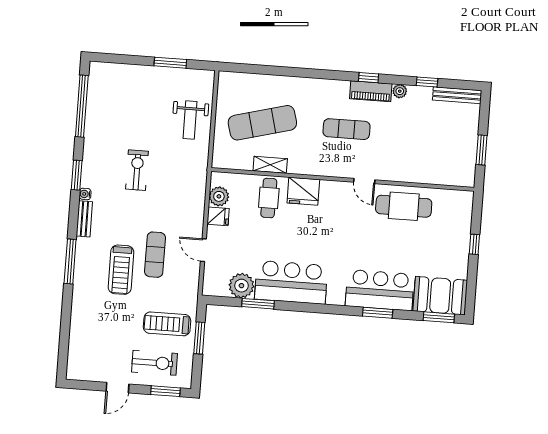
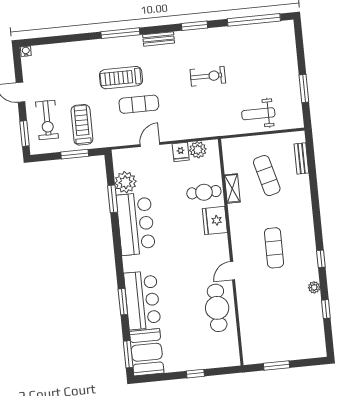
piano: (371, 91) -> (310, 263), removed
bench: (457, 95) -> (301, 158), moved, width x0.73
exercise mat: (262, 123) -> (267, 176), width x0.73, depth x0.69
water cooler: (85, 194) -> (26, 51), moved

